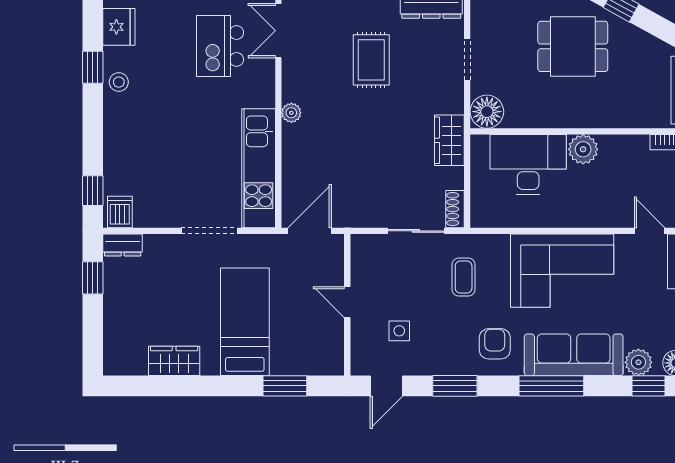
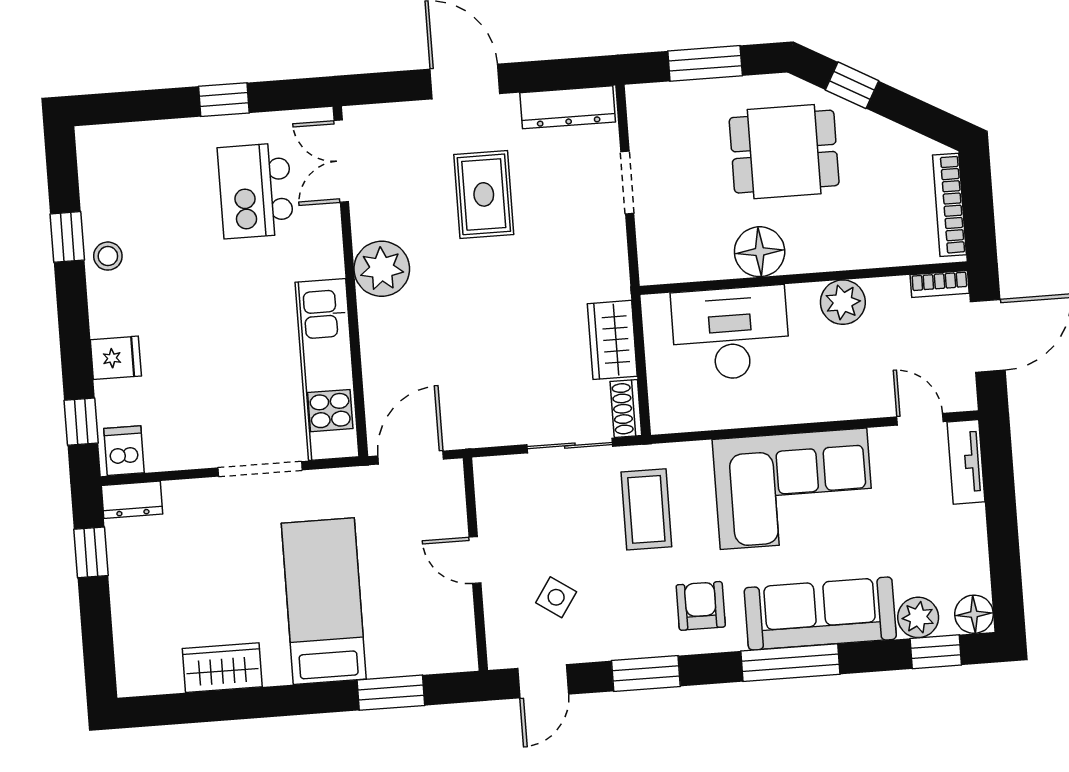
fridge: (119, 27) -> (116, 358), moved, width x0.72
floor lamp: (487, 112) -> (760, 252), moved
plant: (291, 113) -> (382, 269), width x1.87, depth x1.87
wardrobe: (449, 140) -> (612, 340), moved
plant: (583, 149) -> (843, 302), moved
coffee table: (464, 277) -> (646, 509), width x1.36, depth x1.30
side table: (399, 331) -> (556, 597), turned 34

